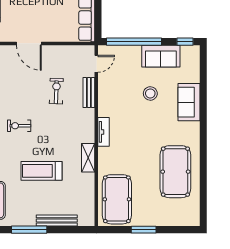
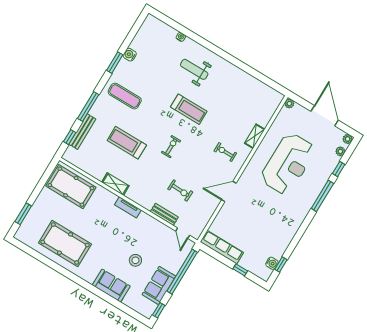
treadmill: (41, 171) -> (127, 143), turned -90
window: (69, 230) -> (70, 137), added
window: (144, 230) -> (23, 214), moved

